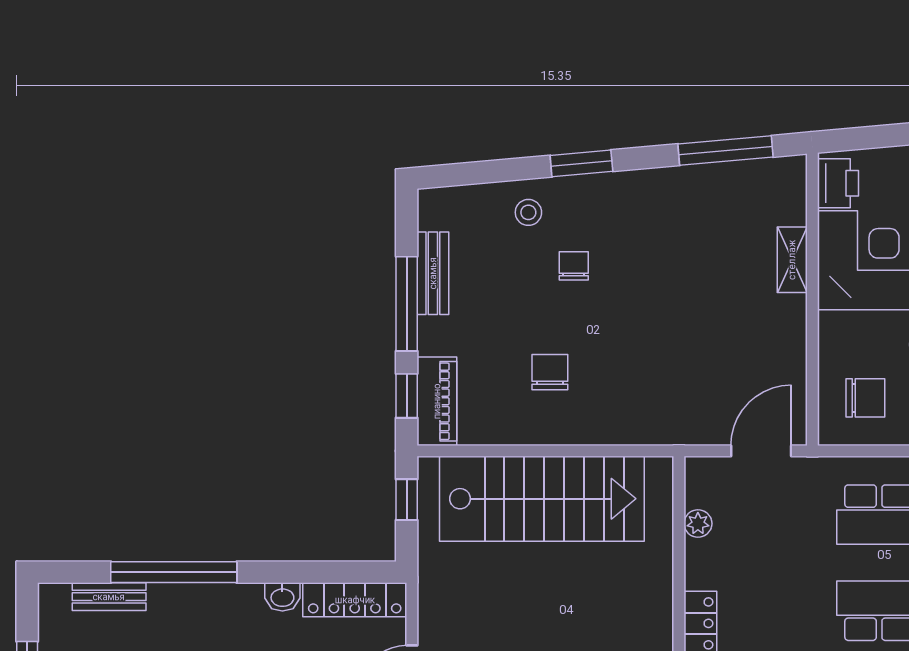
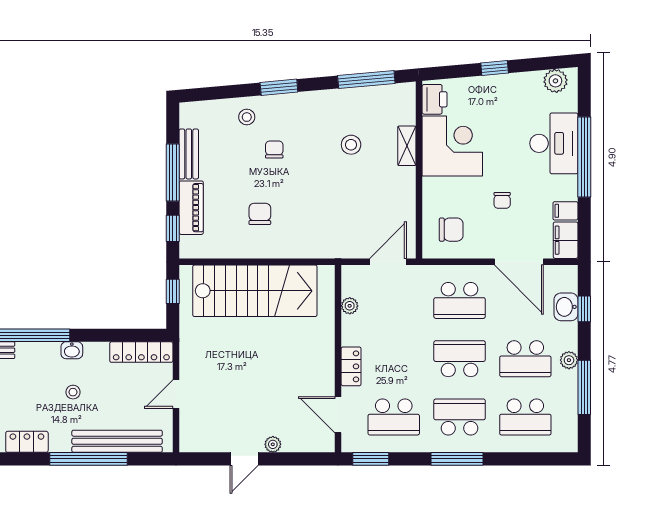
stool: (700, 258) -> (351, 145), added
piano: (437, 401) -> (191, 208), moved
washbasin: (282, 597) -> (72, 350), moved

